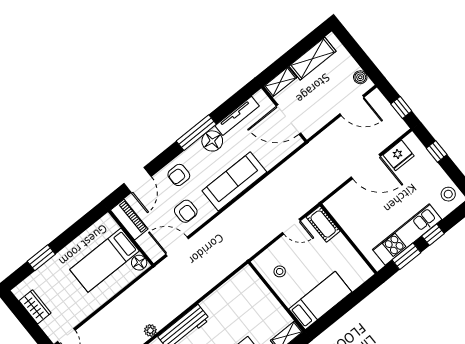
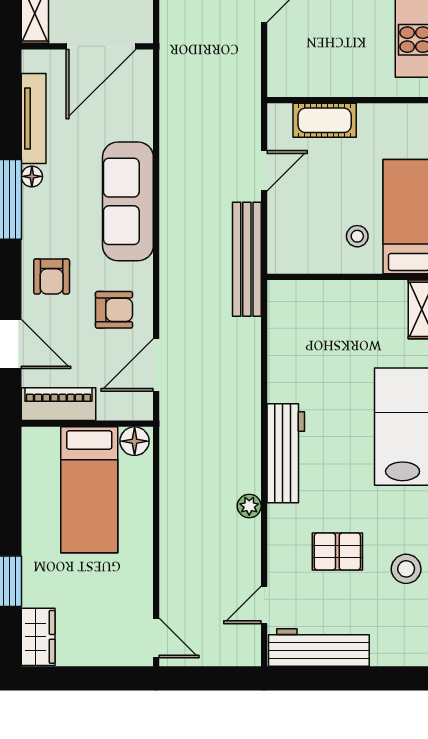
floor lamp: (212, 141) -> (32, 176), width x0.53, depth x0.53
cot: (323, 224) -> (325, 120), moved
bench: (250, 249) -> (247, 259), added
stool: (280, 271) -> (357, 236), moved
wardrobe: (35, 307) -> (38, 637), moved, turned 90

